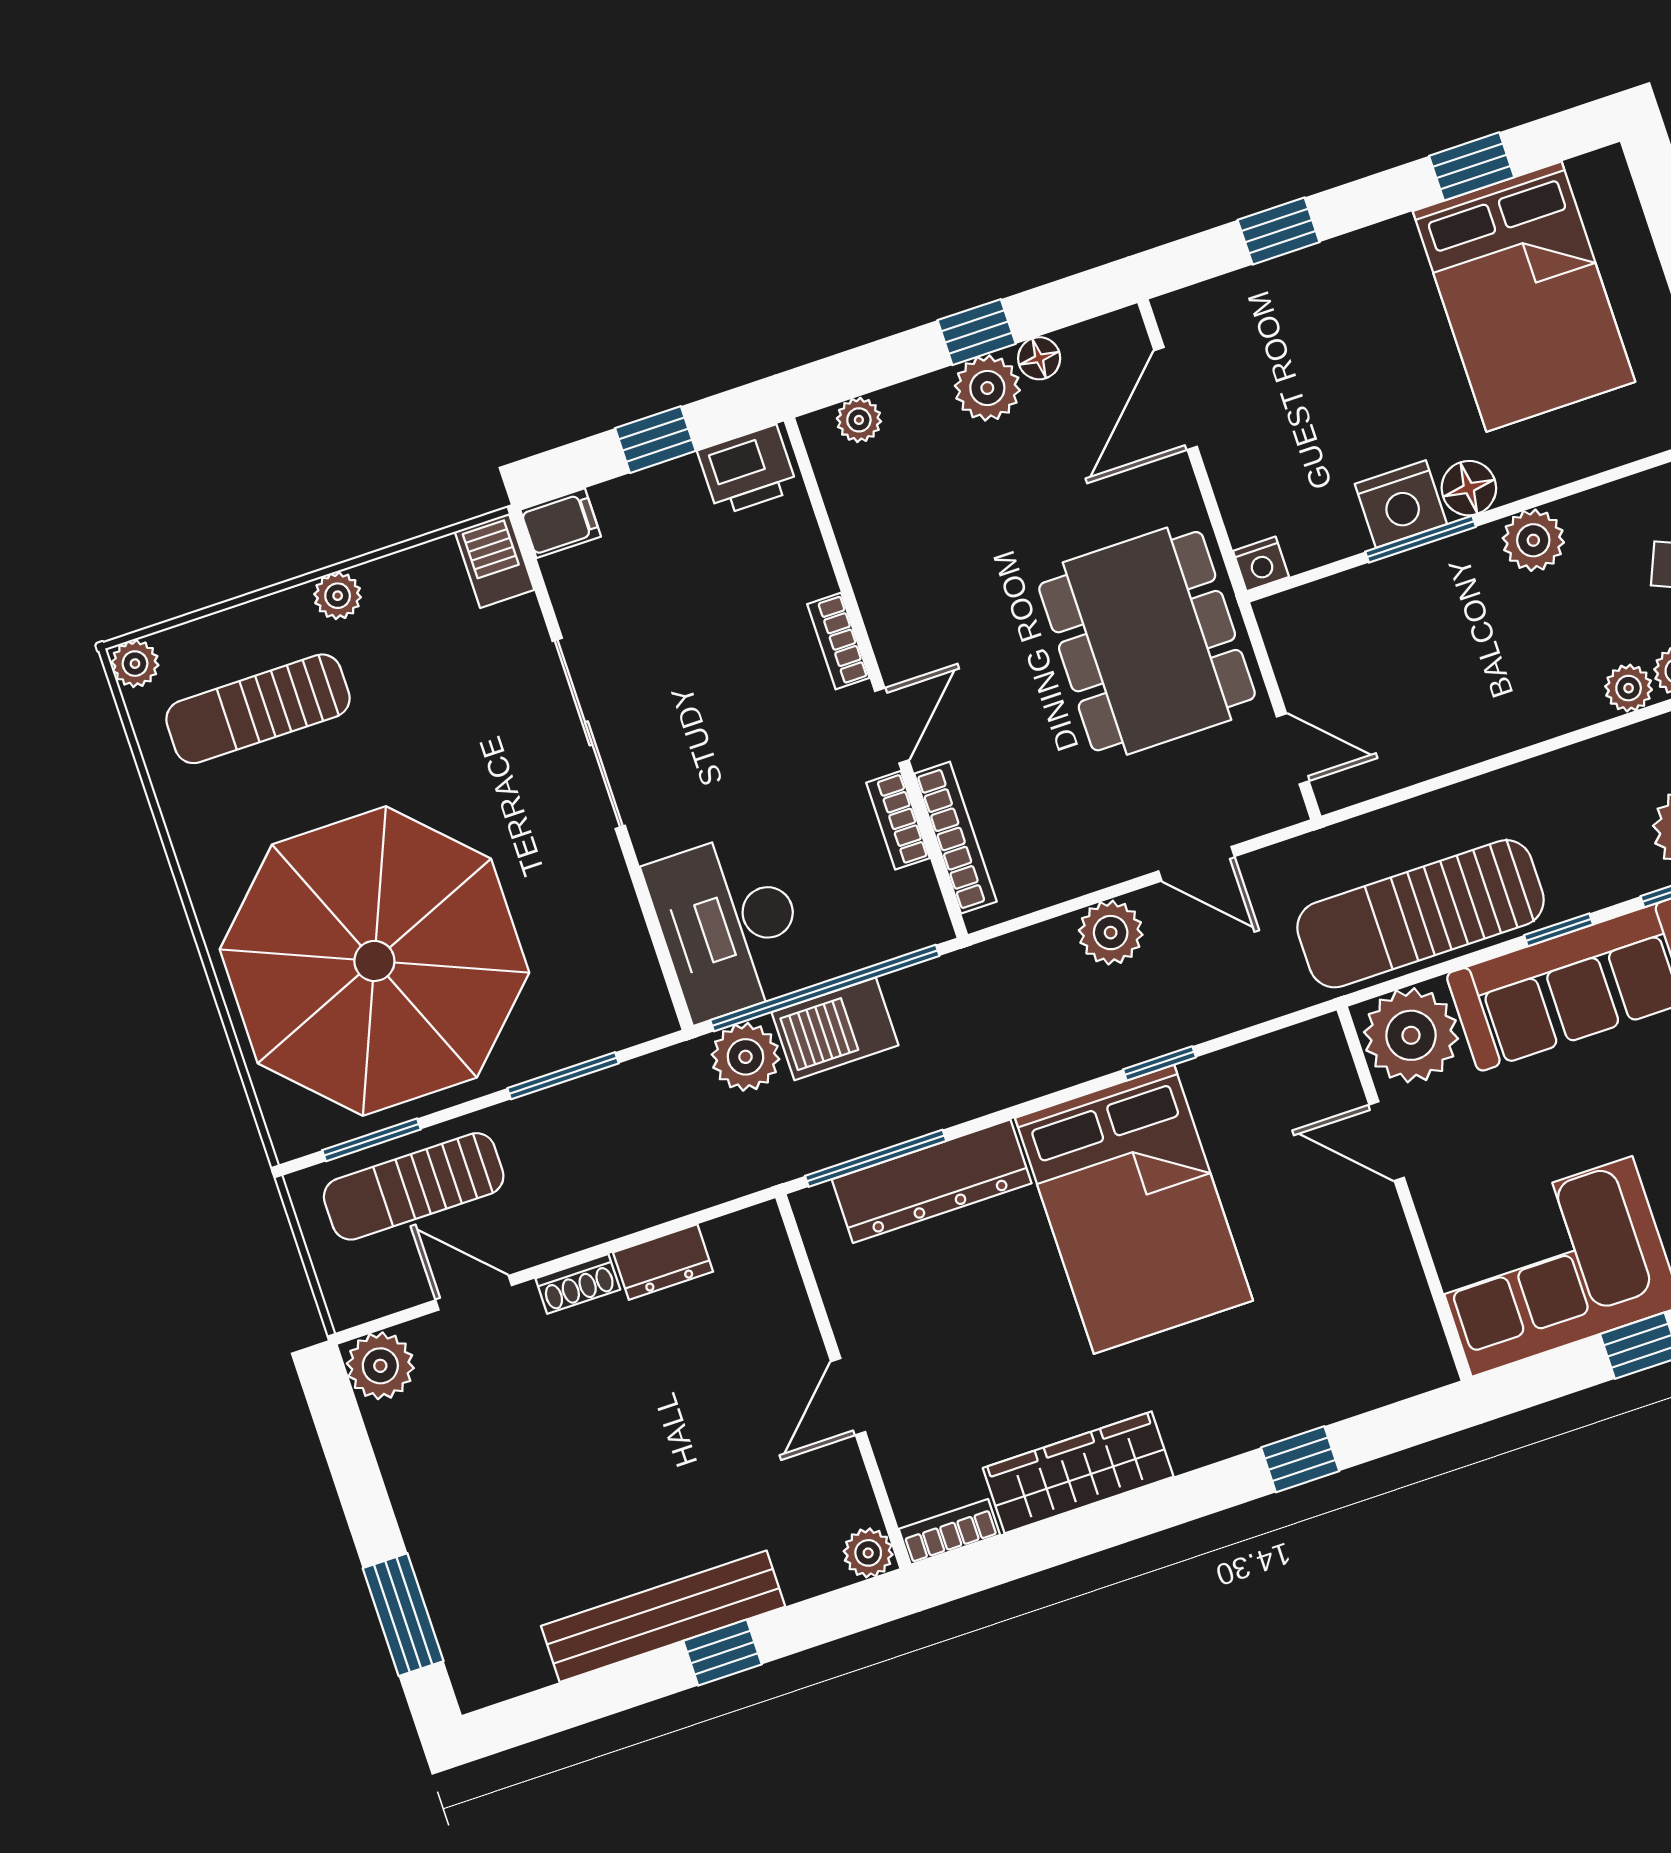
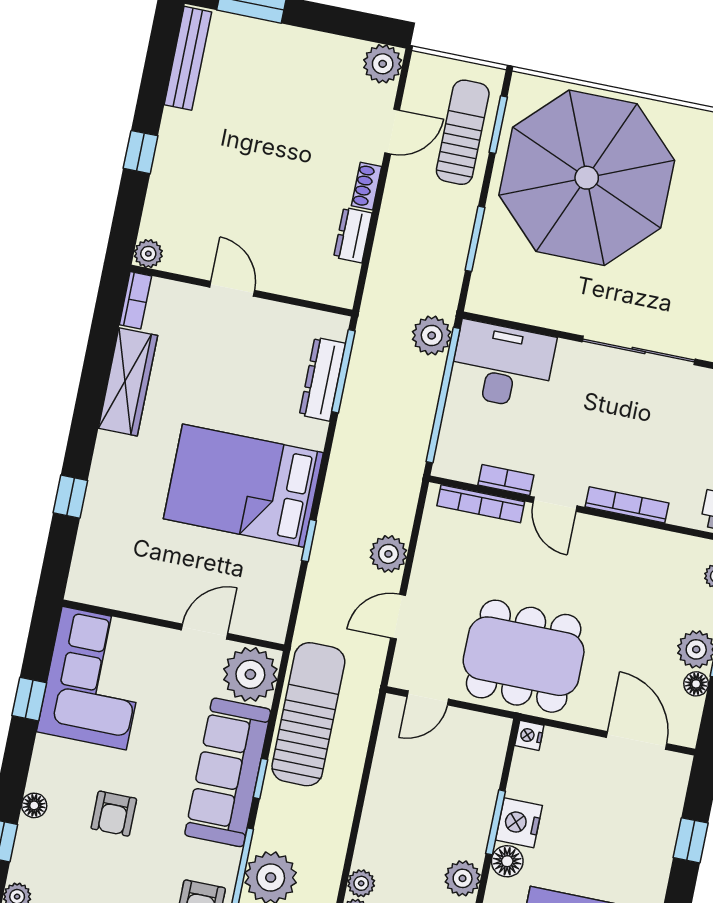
bookcase: (838, 641) -> (627, 505), width x1.56
barbecue: (835, 1029) -> (420, 388), removed
dresser: (932, 1181) -> (322, 379), width x0.73, depth x0.80
bench: (663, 1616) -> (188, 58), moved, width x0.73, depth x0.82

